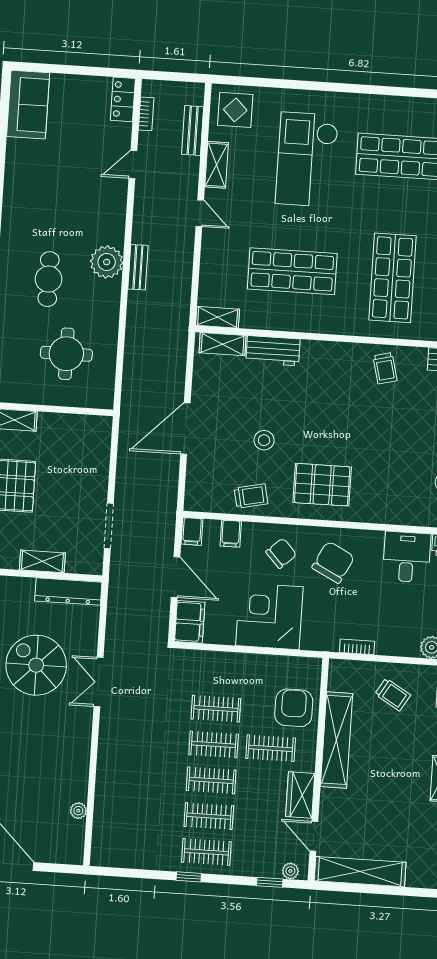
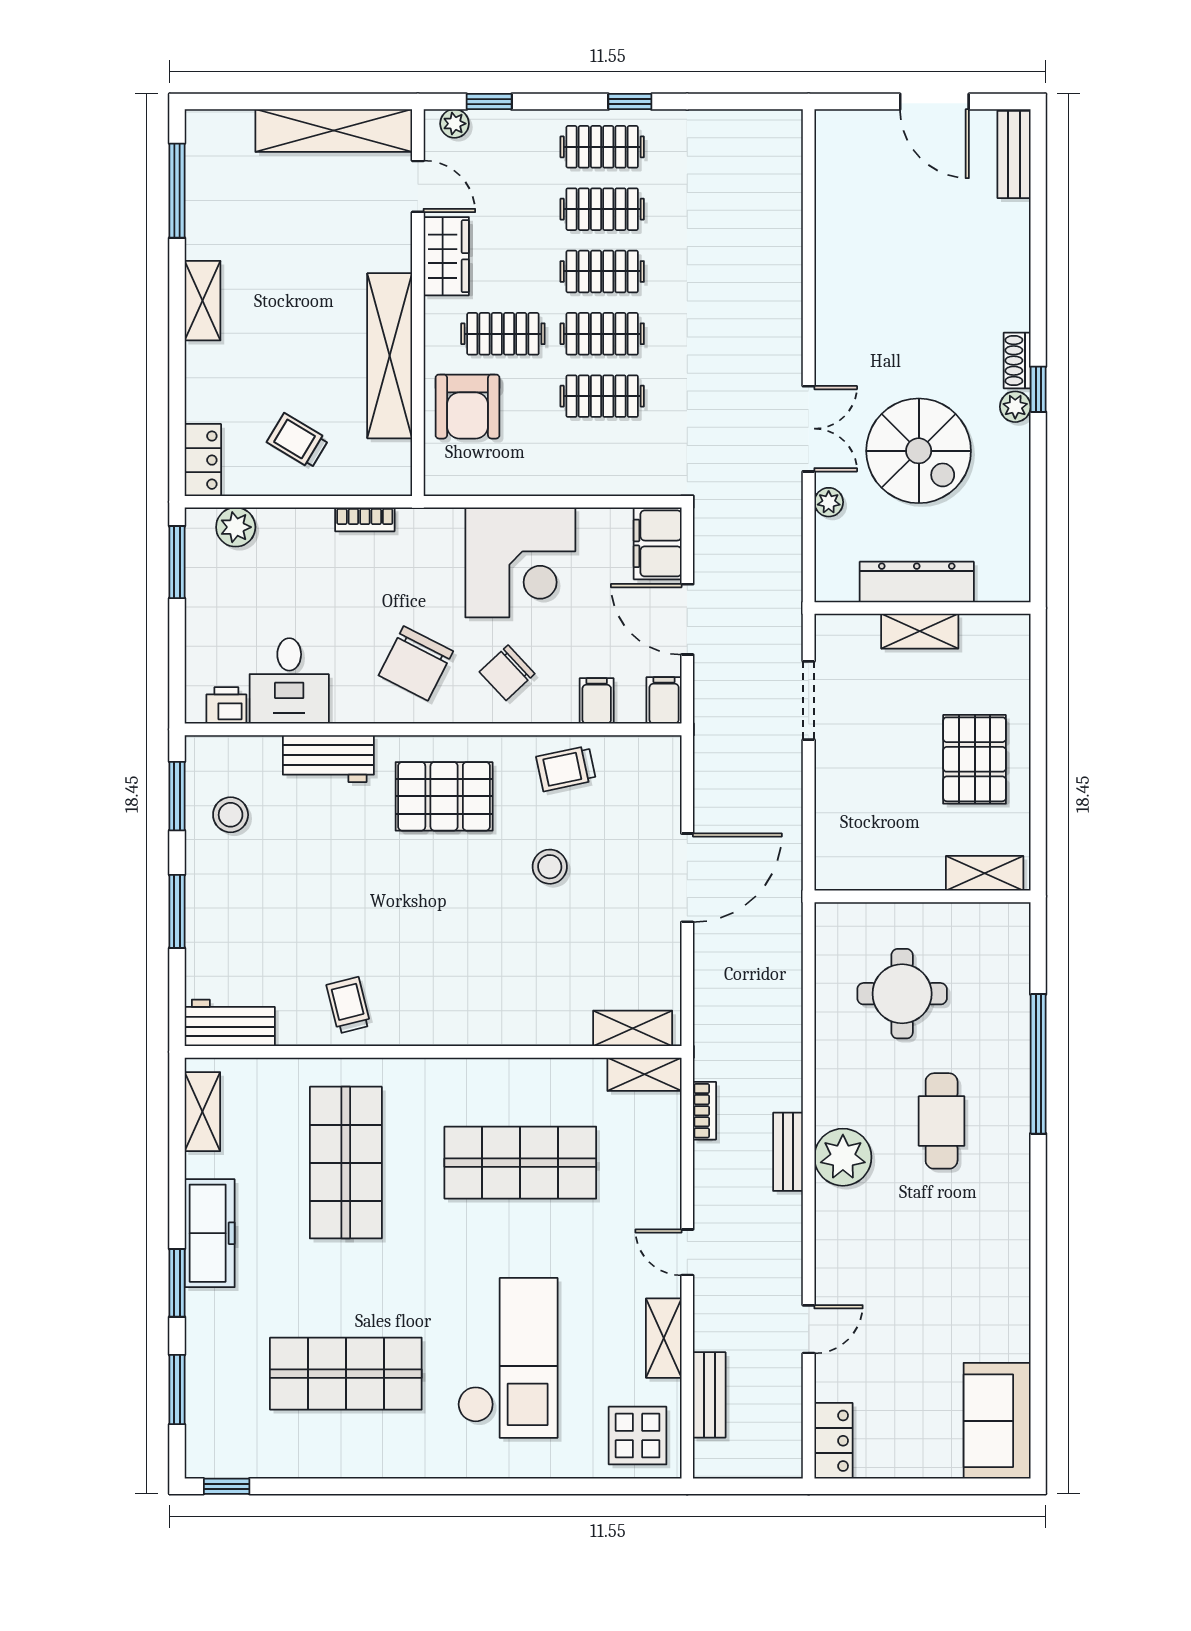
bookcase: (146, 114) -> (704, 1111), moved, turned 180
workbench: (273, 351) -> (328, 759), moved, turned 180
dresser: (68, 592) -> (917, 582), moved
plant: (78, 811) -> (829, 502), moved

